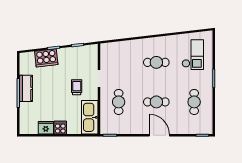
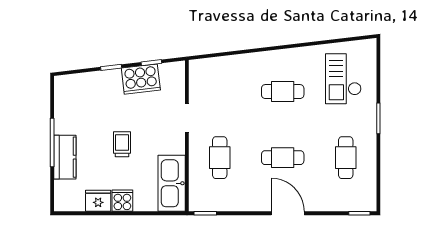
checkout: (193, 55) -> (343, 79), turned 180
cooker: (46, 58) -> (141, 79), moved
trolley: (77, 87) -> (122, 144), moved
kitchen counter: (26, 88) -> (65, 157), moved

